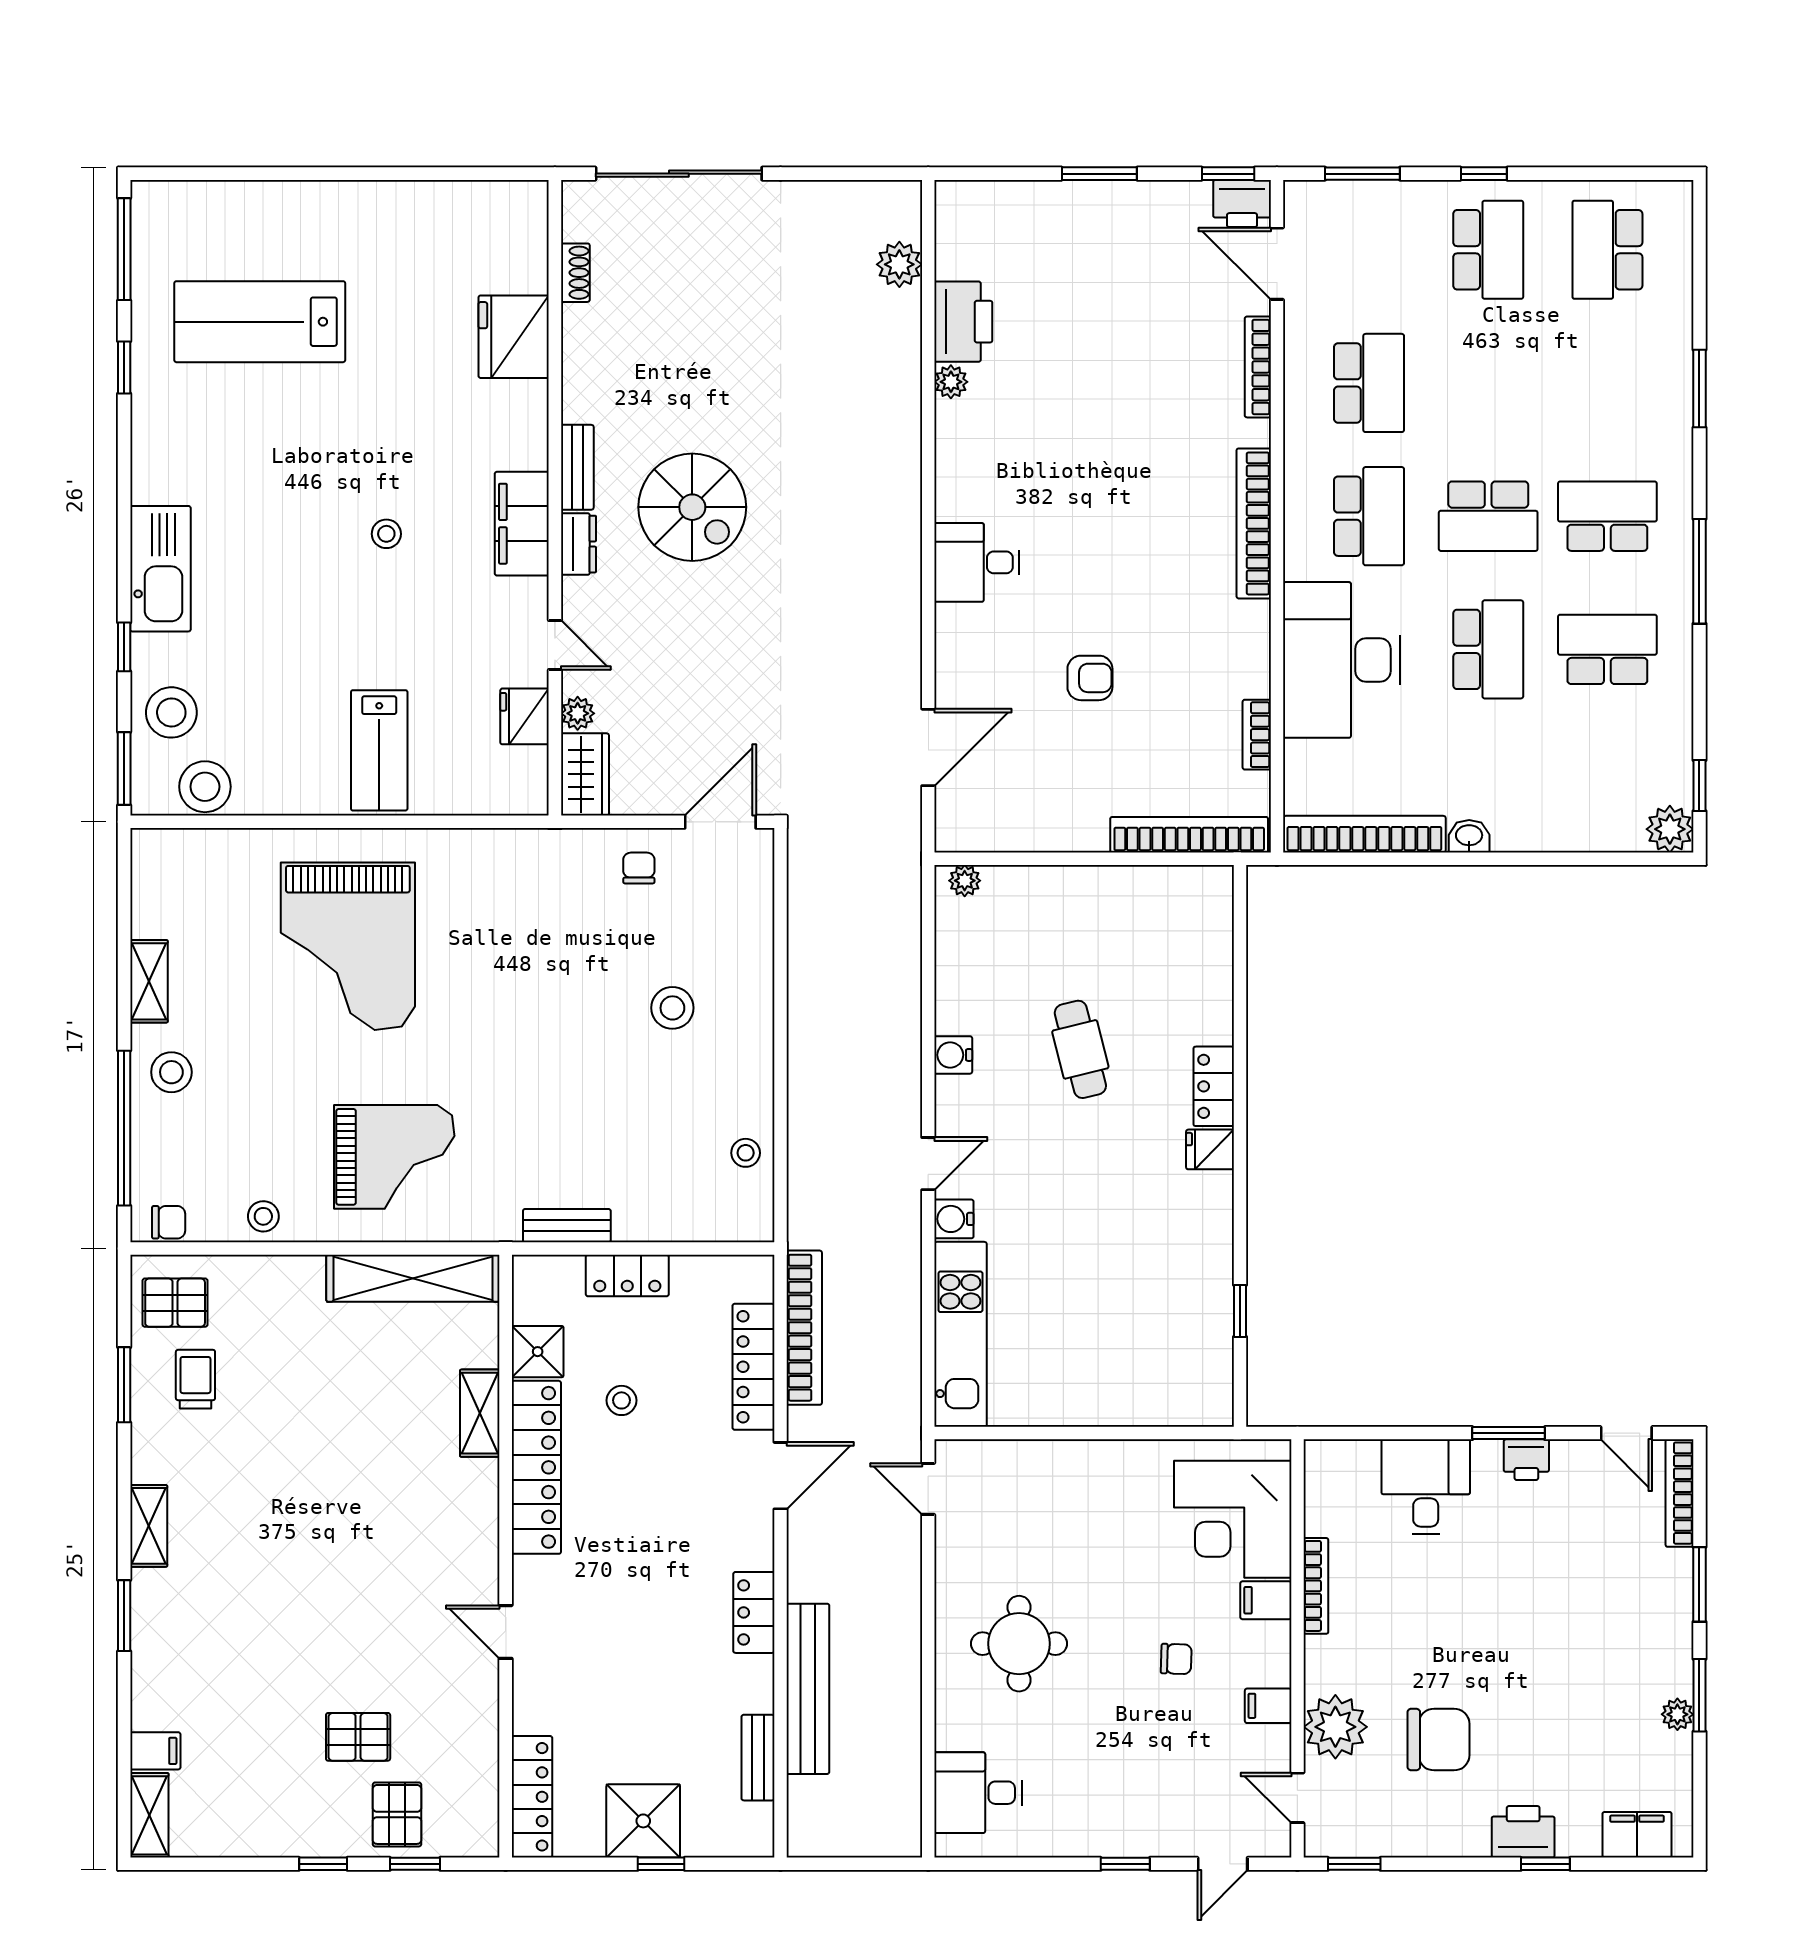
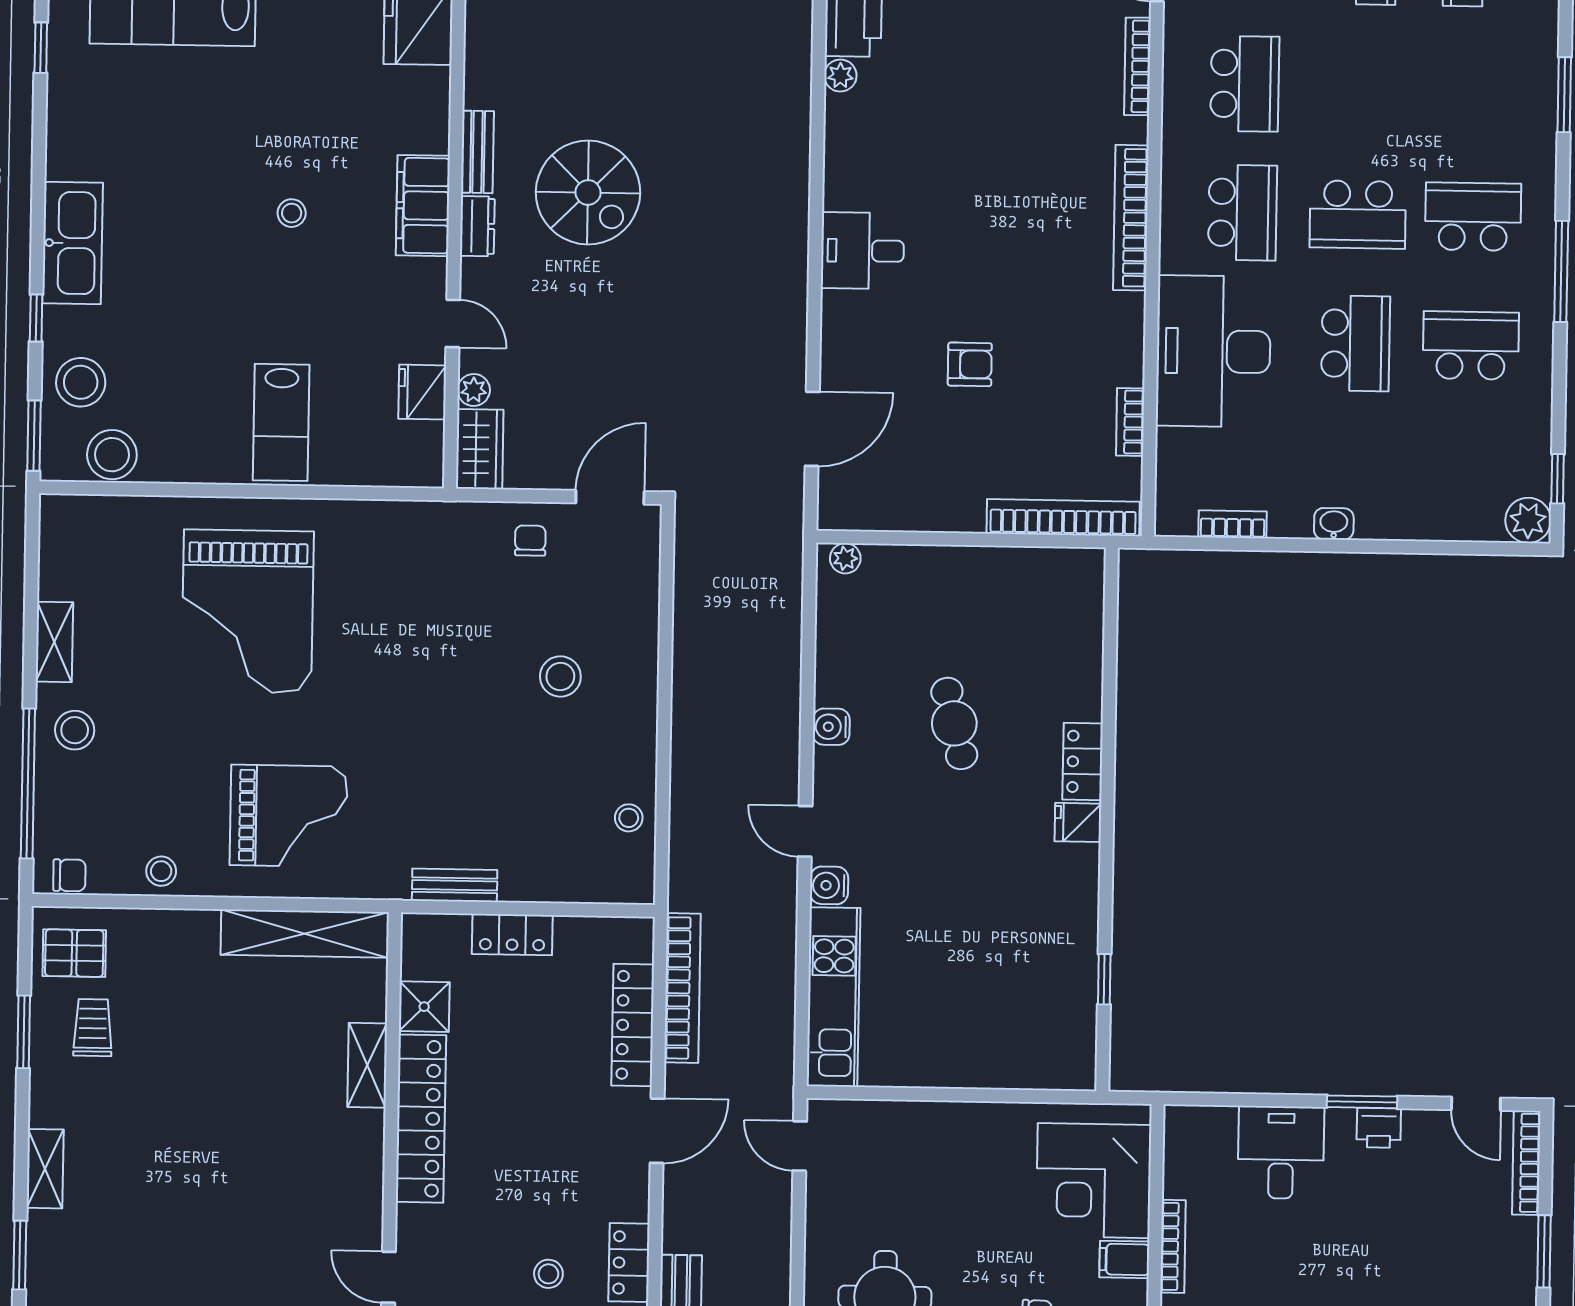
bookcase: (1364, 834) -> (1233, 524), width x0.43, depth x0.76
door: (928, 1164) -> (805, 831), swing flipped
stool: (622, 1400) -> (548, 1274), moved

